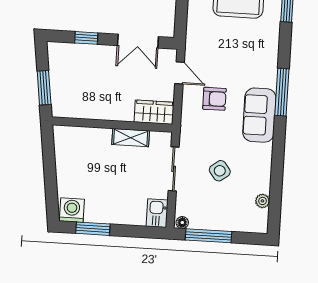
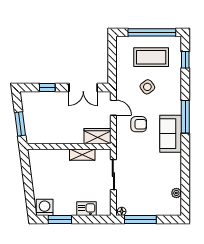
side table: (220, 171) -> (147, 87), moved
kitchen sink: (157, 213) -> (87, 209), moved, turned 90

